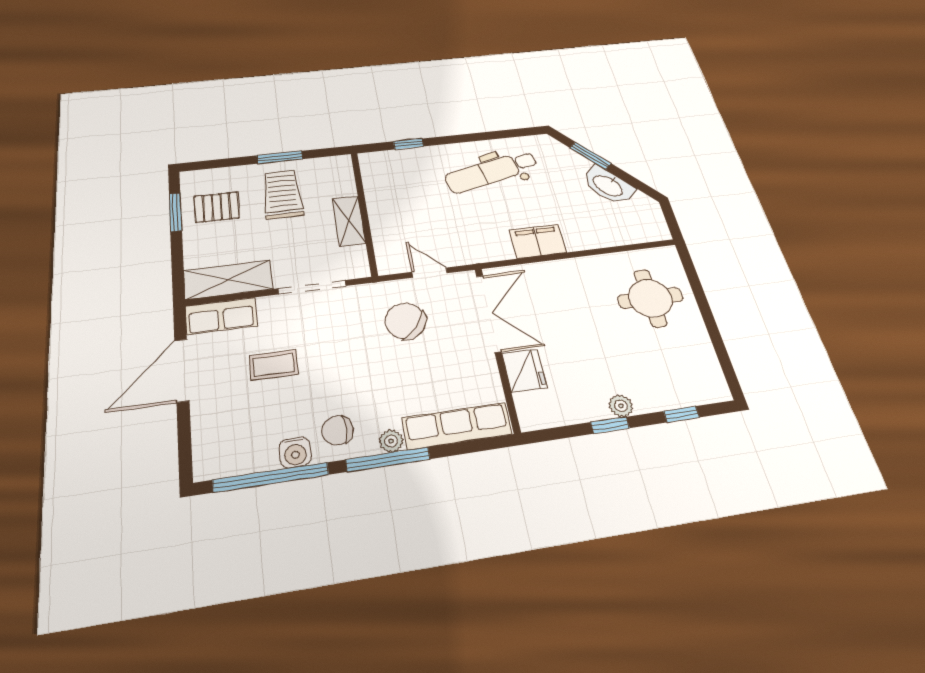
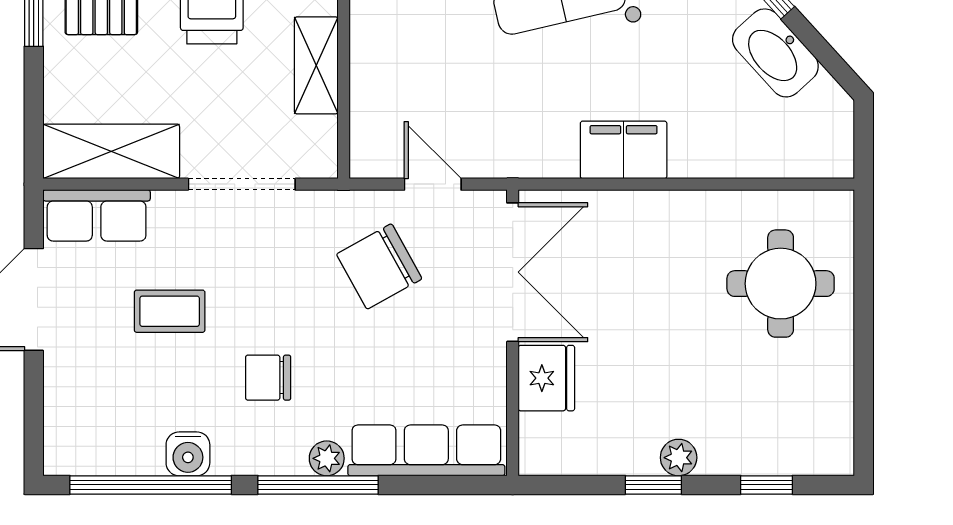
chair: (405, 321) -> (379, 266), turned -69
chair: (337, 430) -> (268, 378), moved

